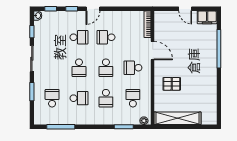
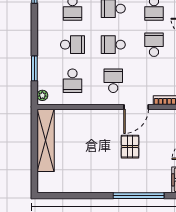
pallet: (172, 84) -> (130, 147), moved
school desk: (106, 98) -> (72, 45), turned 180
school desk: (133, 98) -> (72, 81), turned 90

